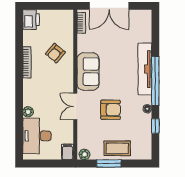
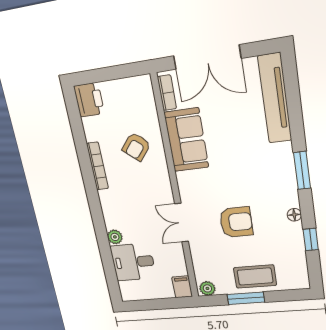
tv unit: (145, 69) -> (275, 98), moved
sofa: (88, 72) -> (186, 140), moved
window: (155, 81) -> (302, 170), width x0.47
desk: (37, 136) -> (133, 262), width x0.73

